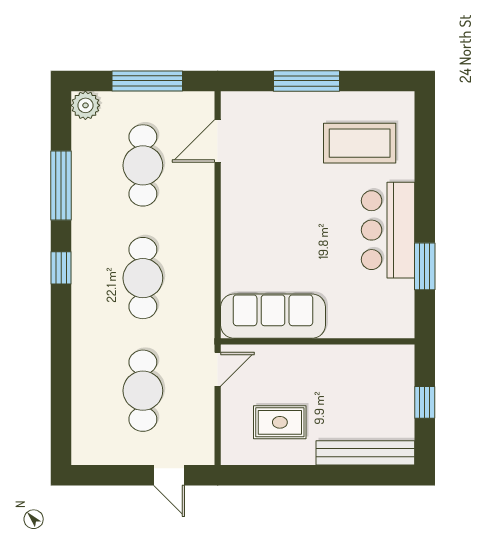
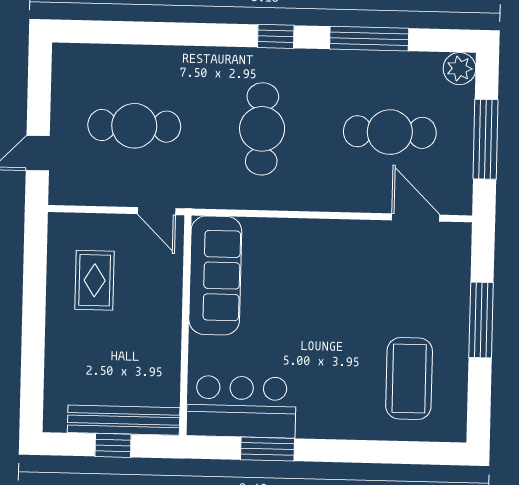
bar counter: (388, 230) -> (241, 407), moved
cafe table: (143, 278) -> (262, 129), turned 90
bench: (365, 453) -> (124, 420), moved, turned 90

